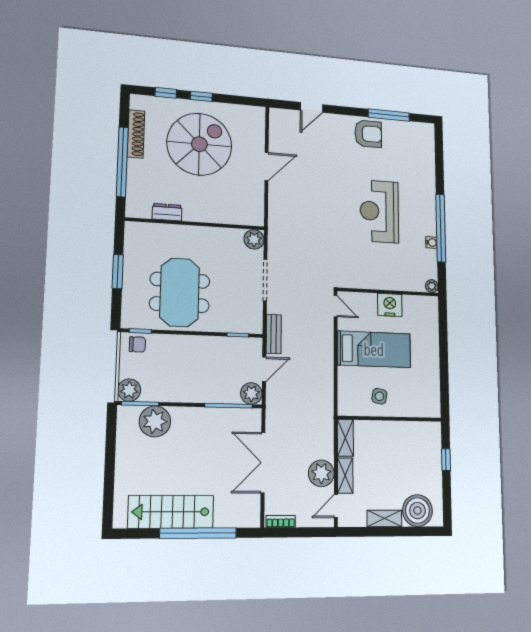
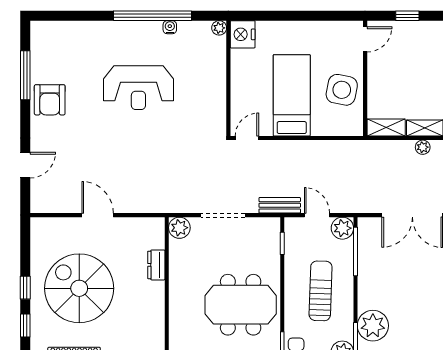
door: (312, 107) -> (25, 165), hinge flipped
armchair: (368, 134) -> (50, 100), turned 180
dresser: (167, 212) -> (156, 265), moved
nightstand: (390, 305) -> (243, 34), moved
sun lounger: (191, 370) -> (321, 291), added
side table: (379, 396) -> (342, 90), width x1.87, depth x1.87
door: (425, 419) -> (365, 39), added
plant: (321, 473) -> (423, 147), width x0.53, depth x0.53

